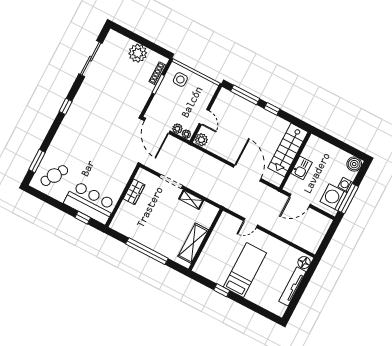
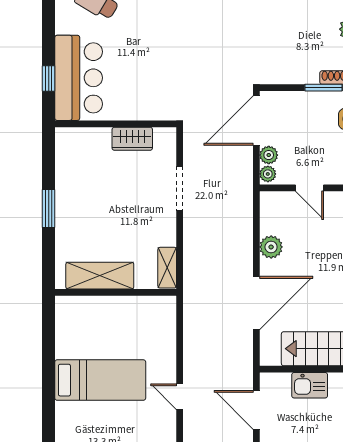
door: (204, 117) -> (309, 188), hinge flipped
plant: (201, 140) -> (271, 247), moved
shelving: (191, 200) -> (167, 268), moved
door: (251, 223) -> (180, 397), moved
window: (147, 251) -> (49, 208), width x0.47
window: (222, 290) -> (49, 360), removed

